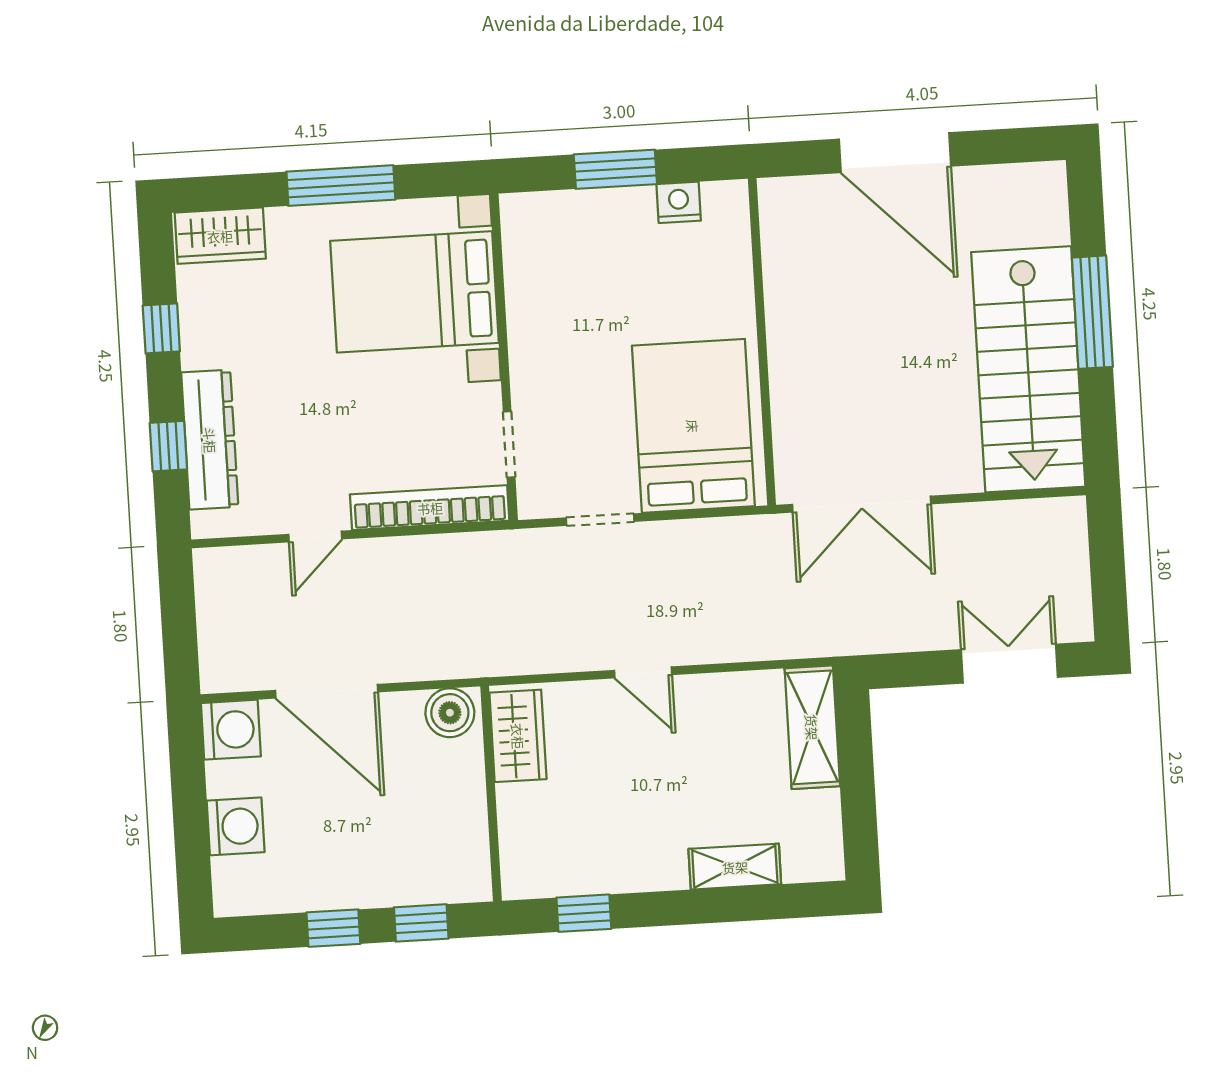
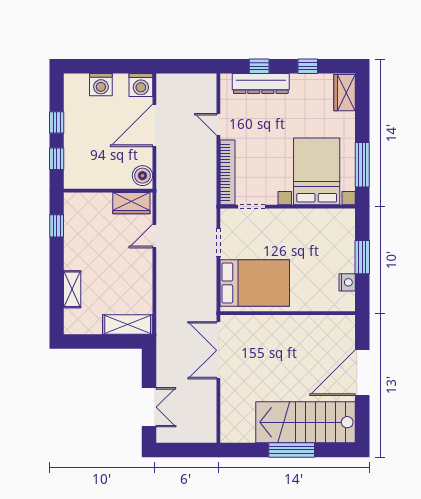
window: (341, 186) -> (362, 165), moved
stairs: (1028, 369) -> (305, 422), moved
door: (643, 672) -> (154, 236), moved

